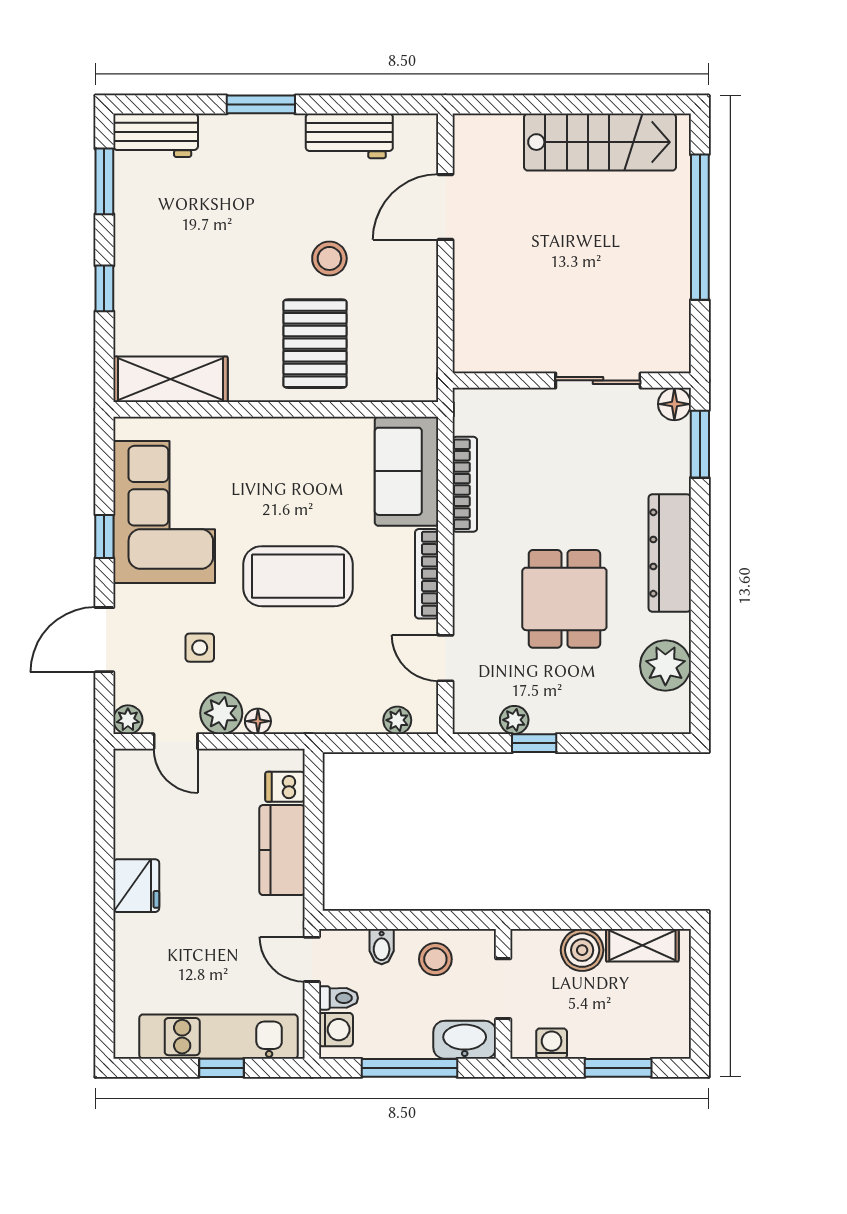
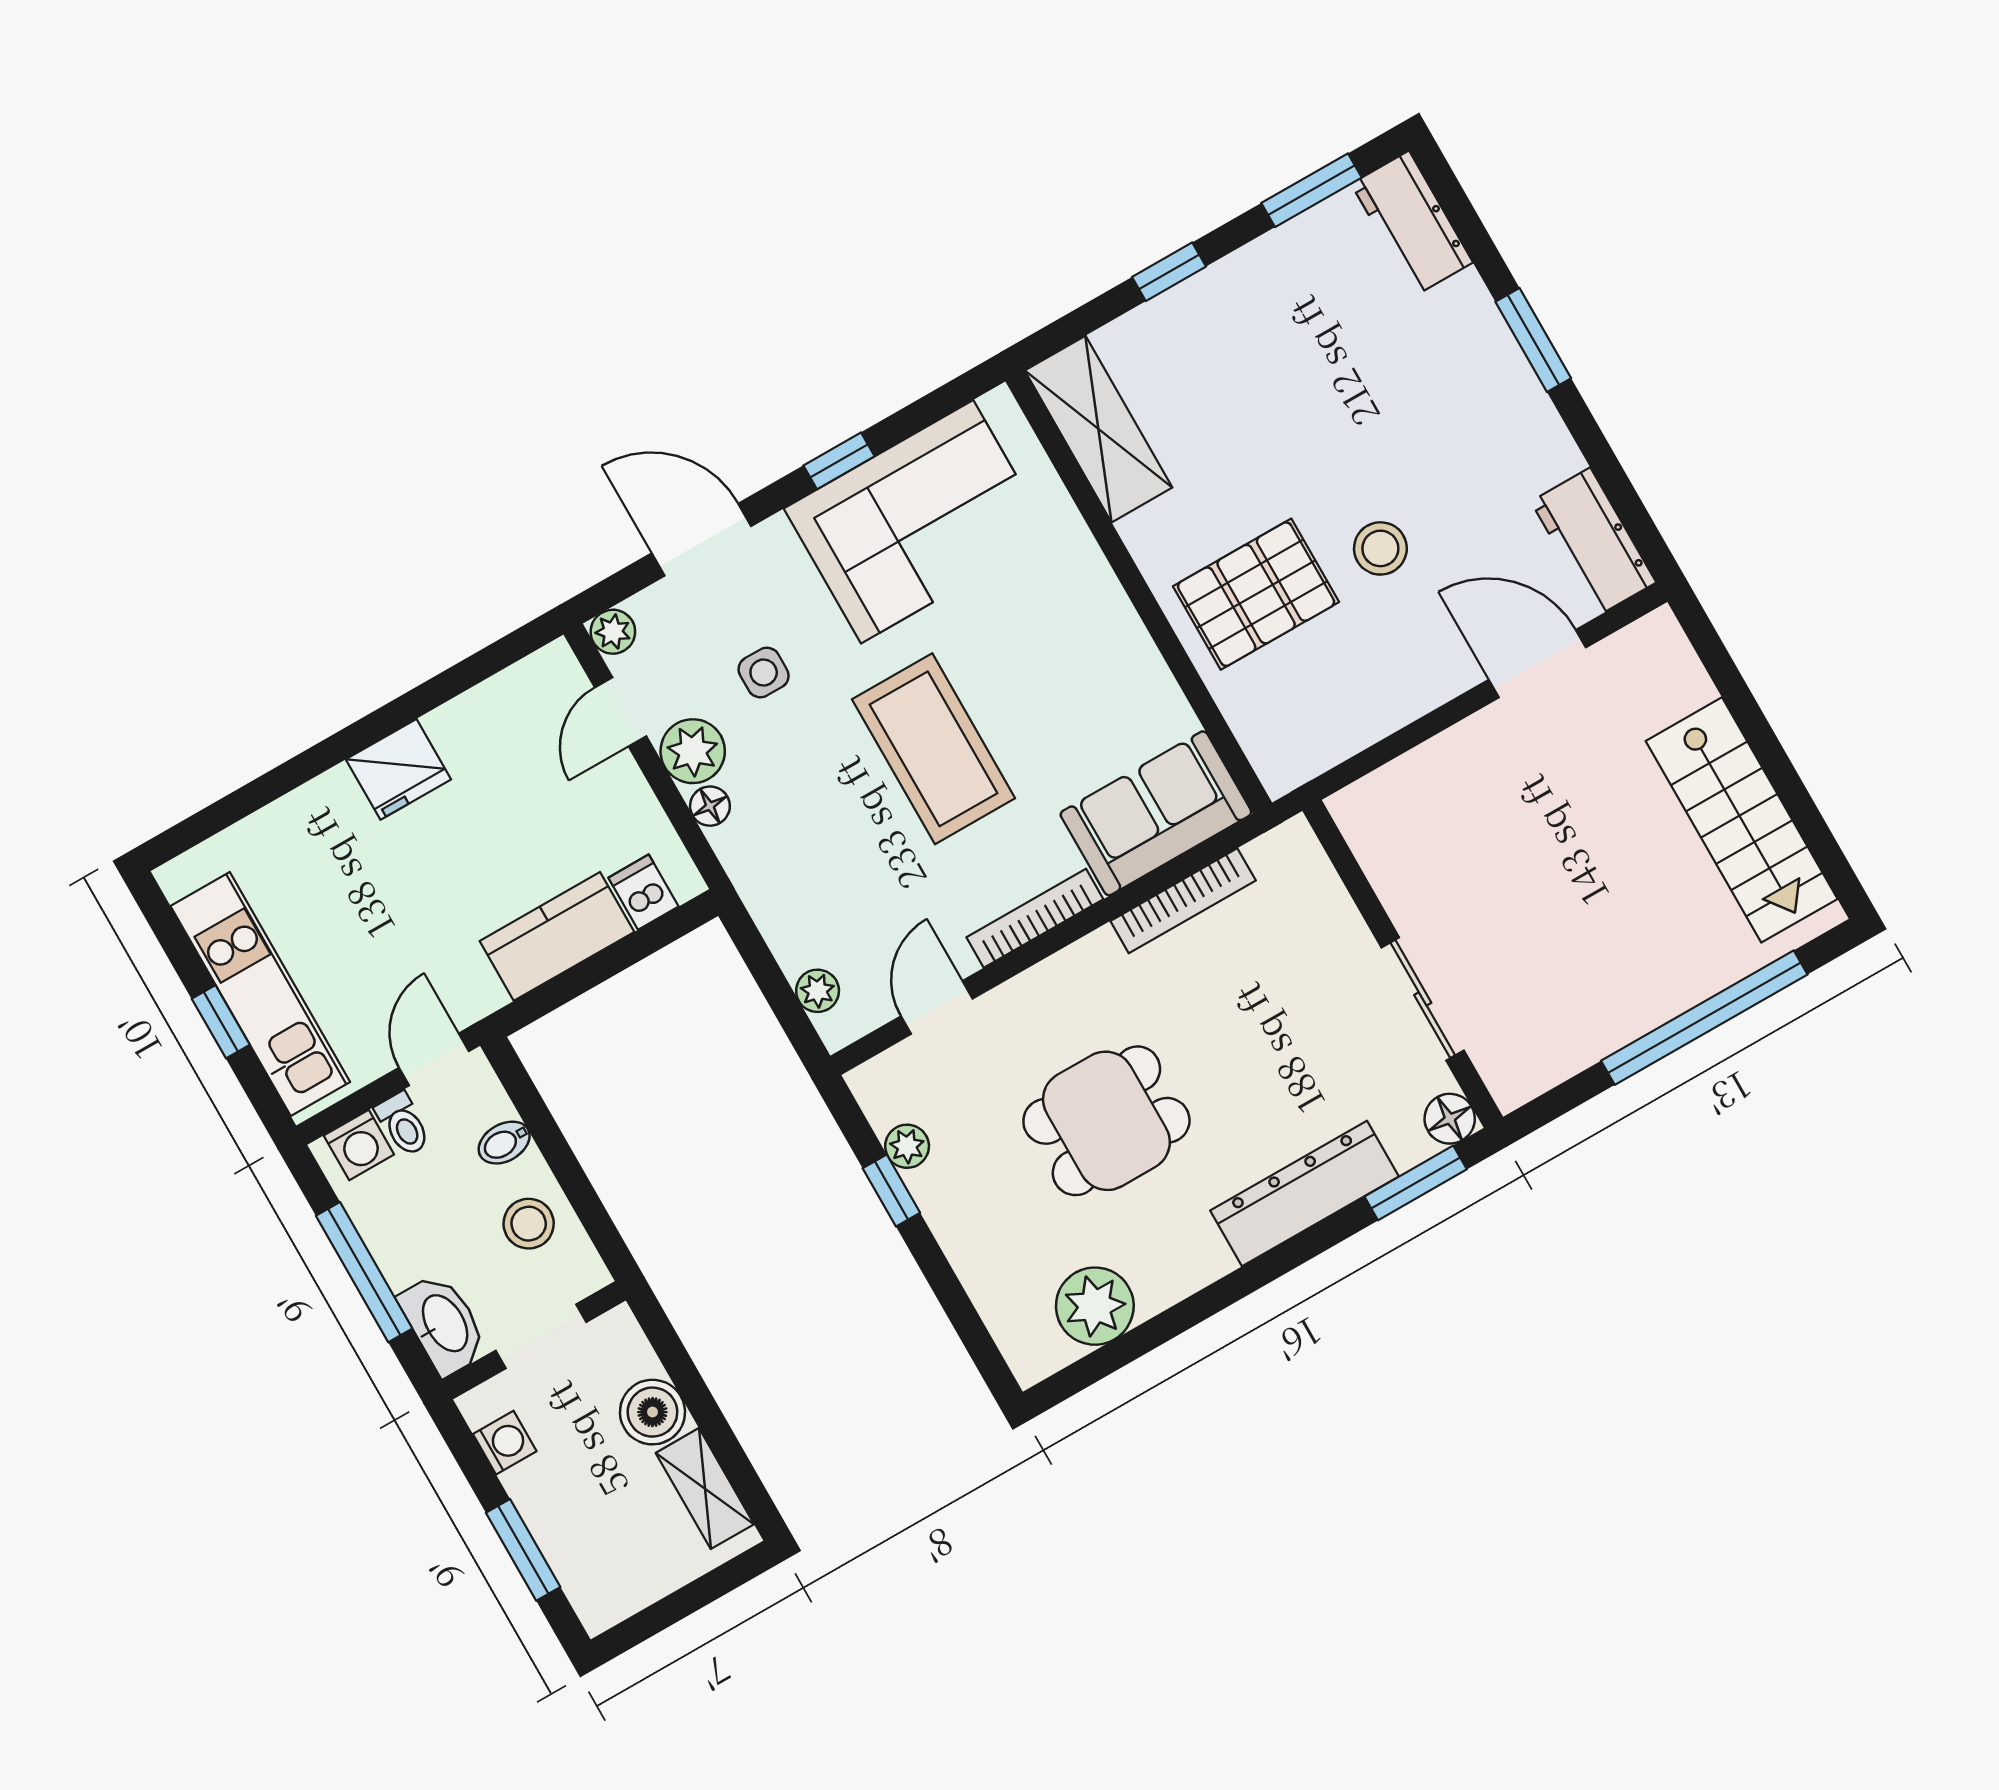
workbench: (349, 136) -> (1593, 542), moved
dresser: (670, 553) -> (1305, 1193), moved

